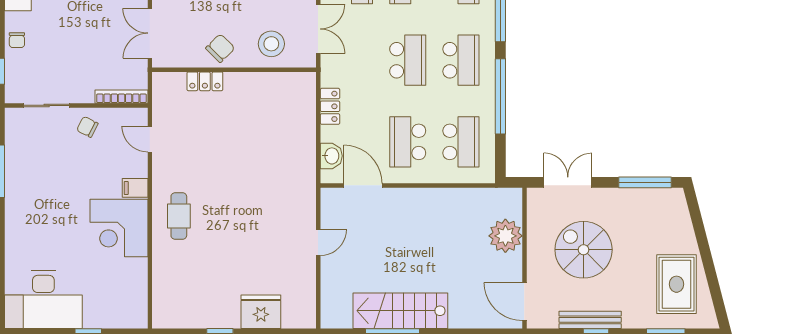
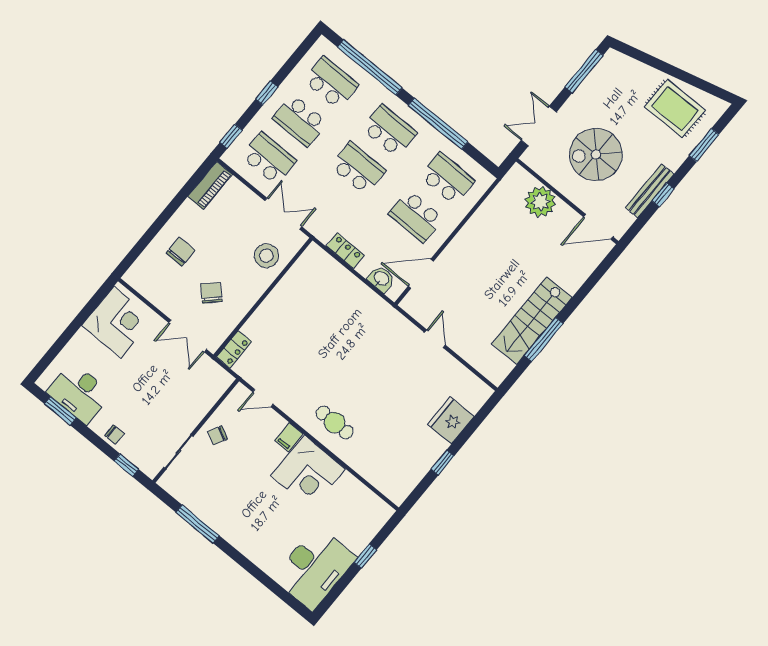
chair: (220, 48) -> (211, 293), moved
locker: (205, 81) -> (234, 349), moved
bookcase: (122, 97) -> (216, 393), removed

